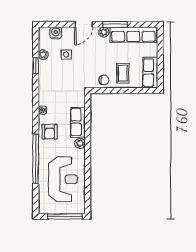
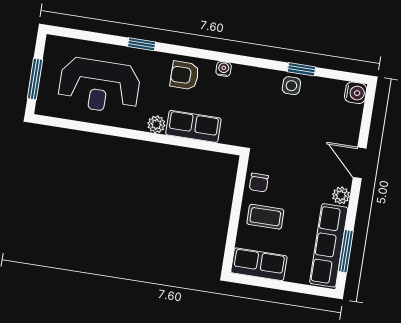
window: (115, 24) -> (346, 251), moved
water cooler: (56, 33) -> (356, 93), moved
side table: (66, 54) -> (291, 86), moved
plant: (43, 55) -> (319, 85), removed
window: (36, 159) -> (142, 44), width x0.32
window: (65, 216) -> (35, 79), width x0.69

